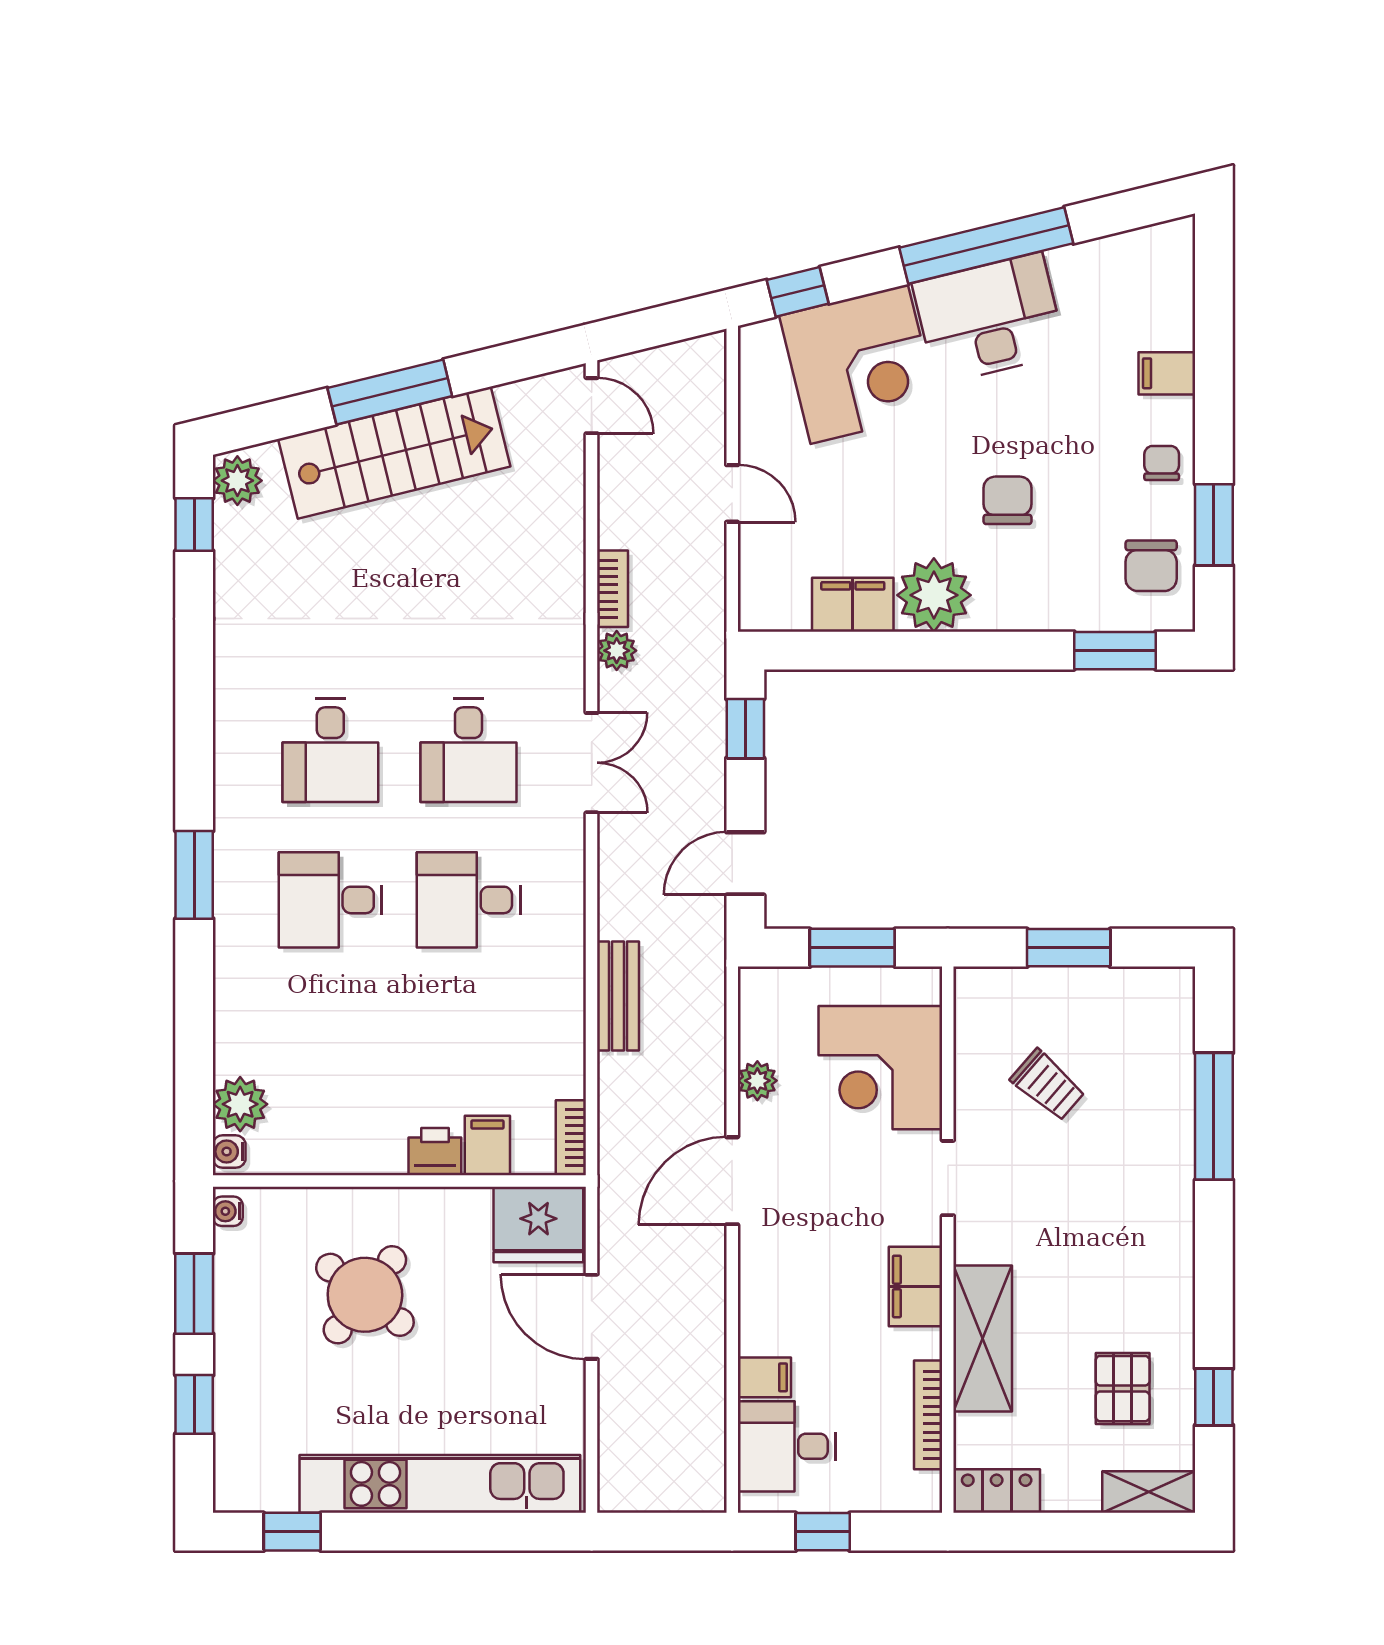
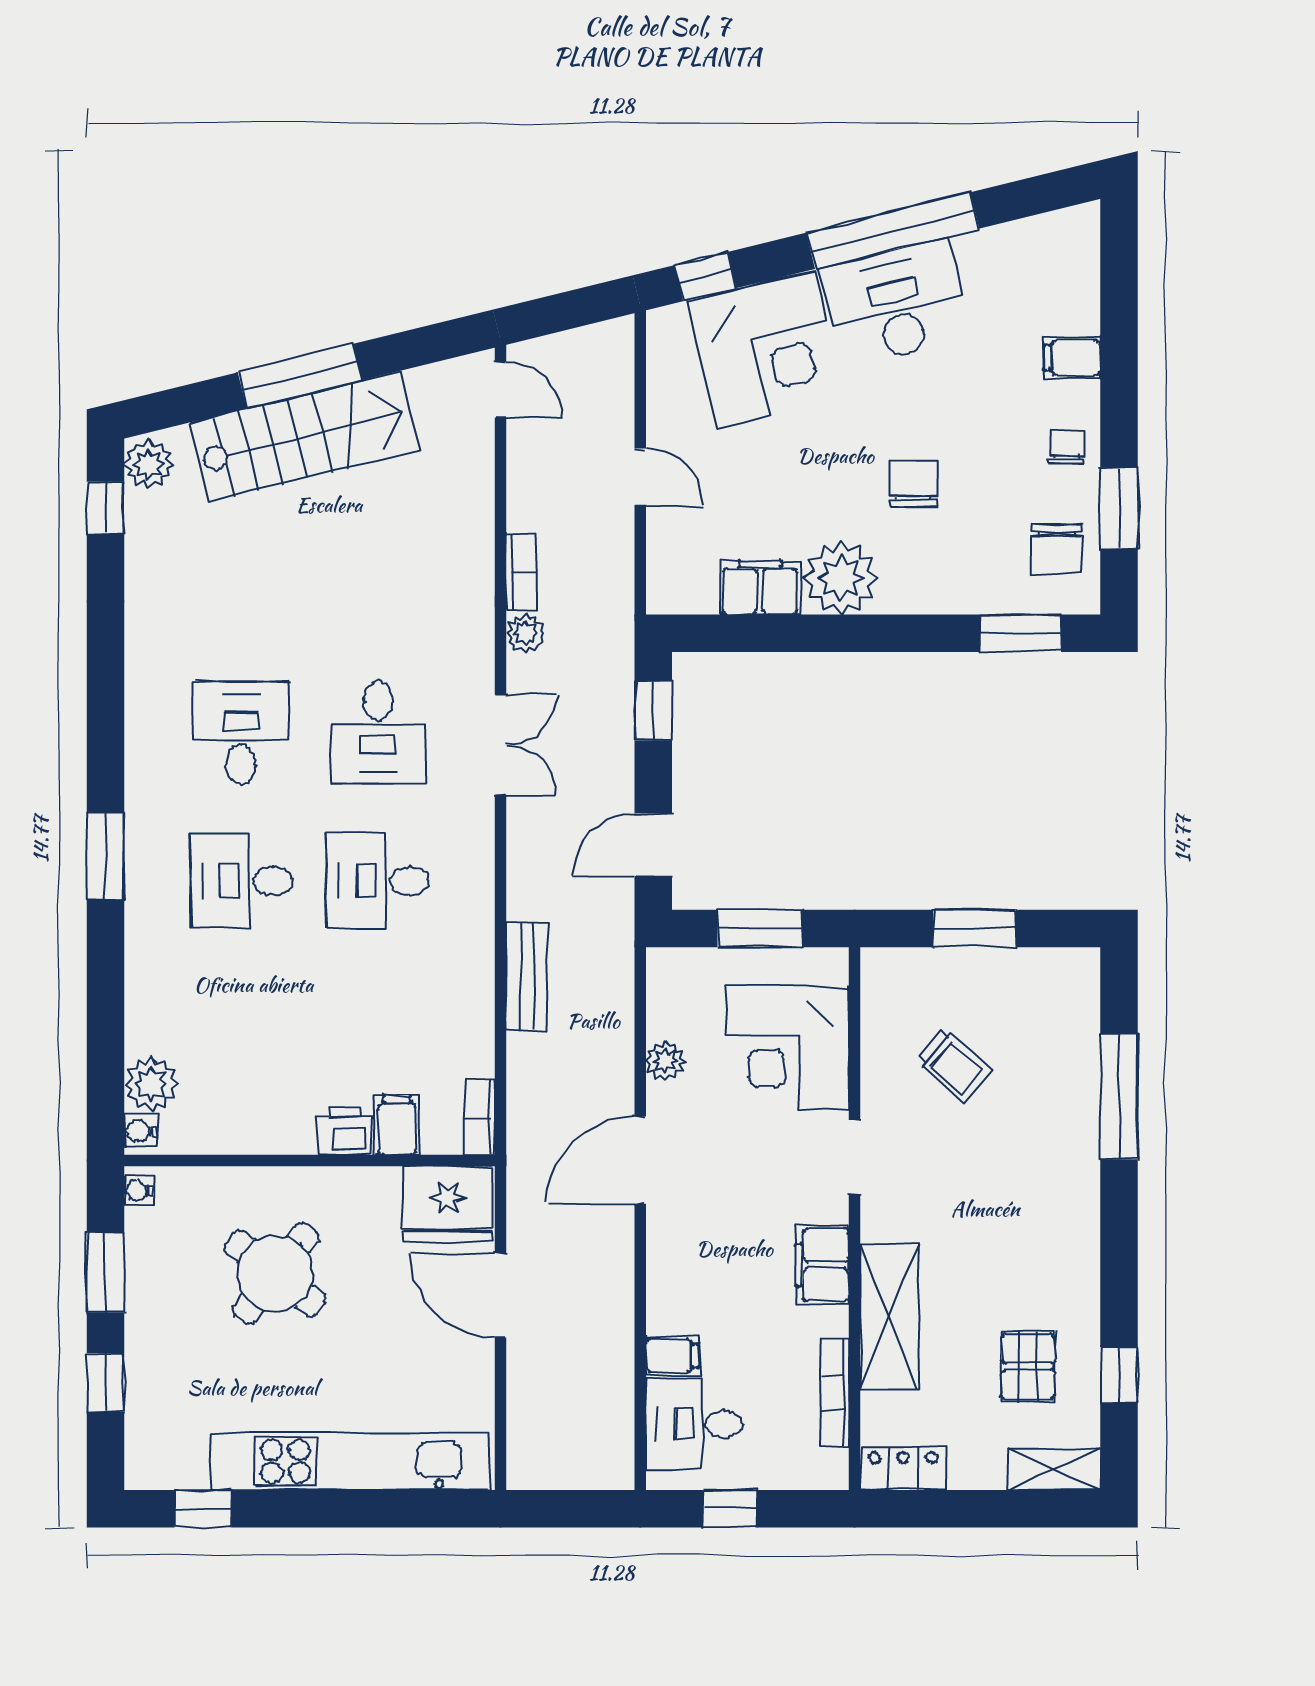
desk: (330, 751) -> (241, 733), turned 180

